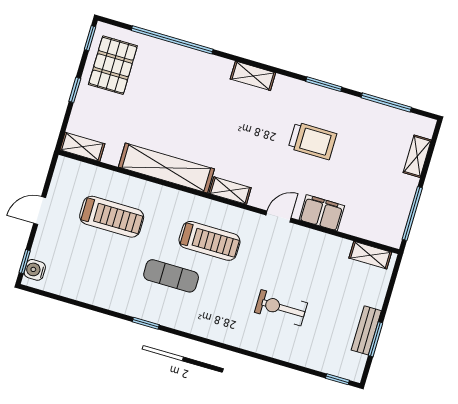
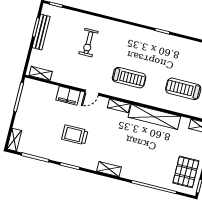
shelving: (417, 156) -> (14, 140), moved
treadmill: (210, 241) -> (129, 78), turned 180
exercise mat: (171, 276) -> (149, 58), removed
exercise bike: (281, 308) -> (88, 43), turned 90
bench: (366, 330) -> (41, 32), width x1.36

